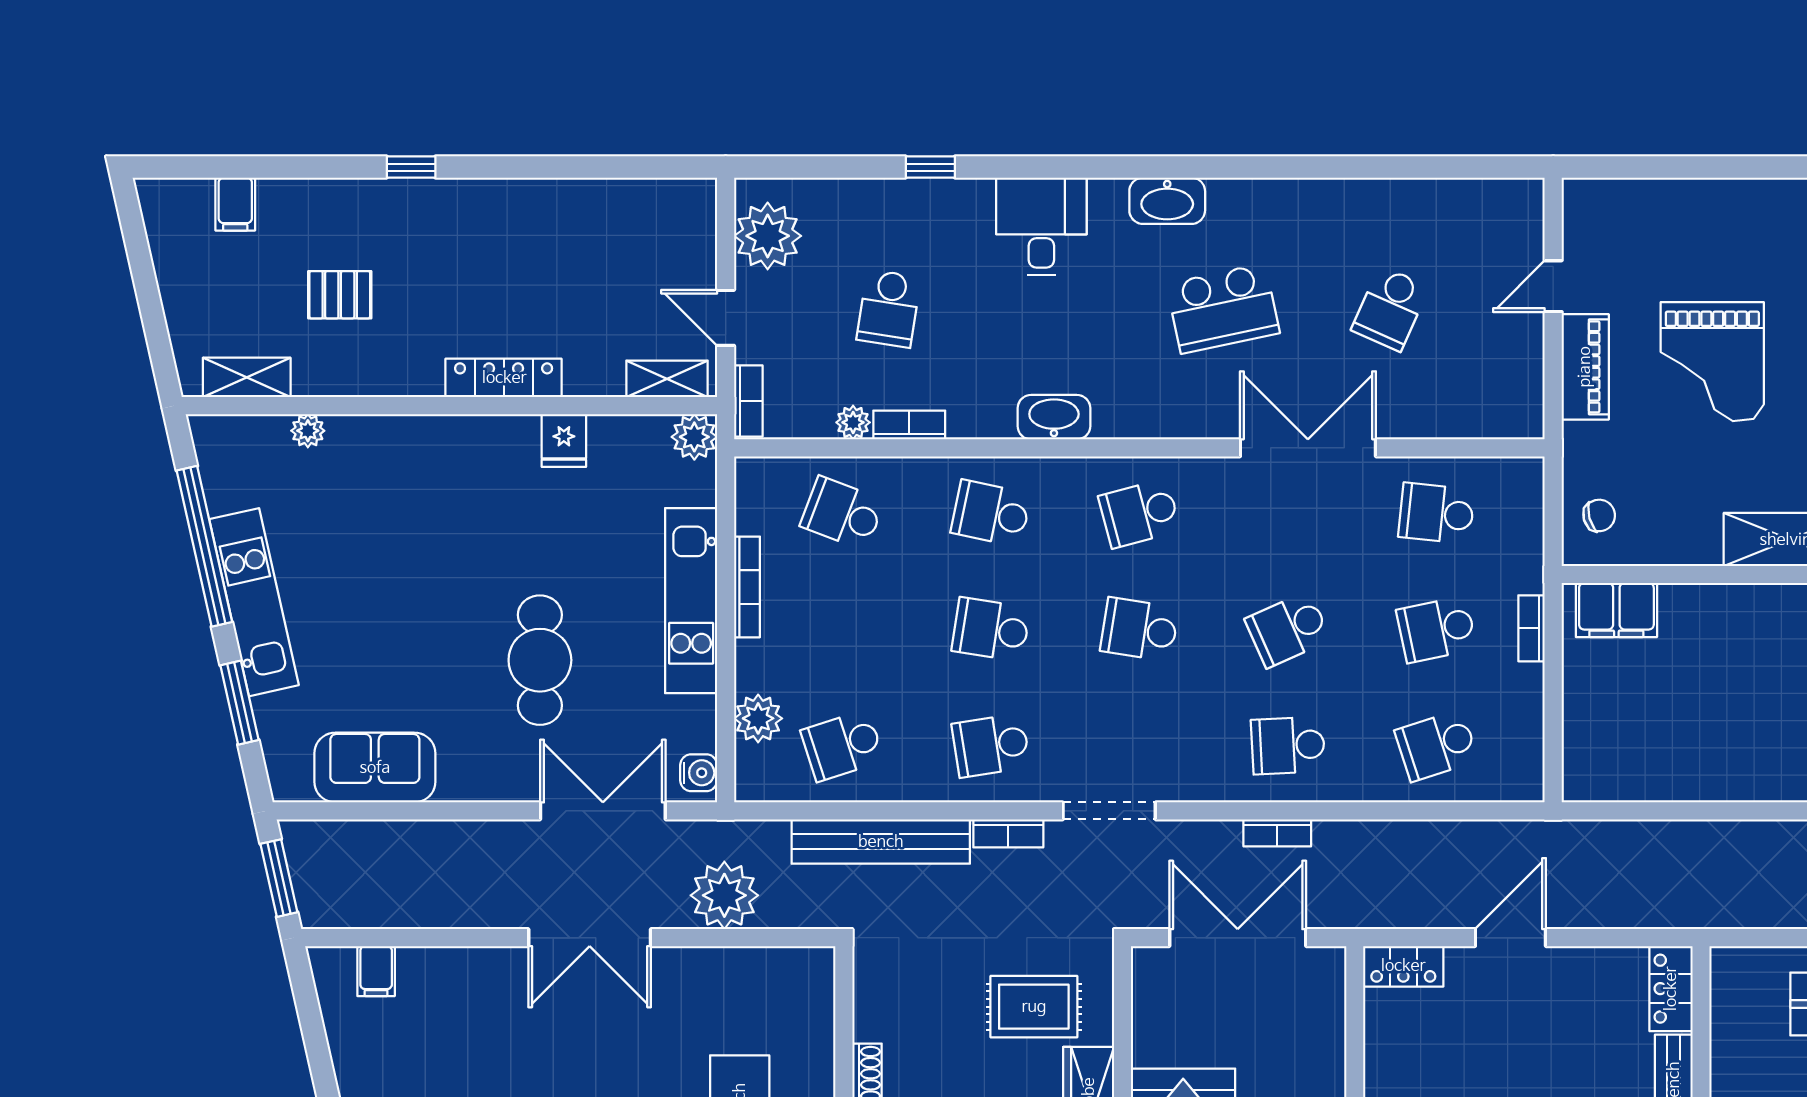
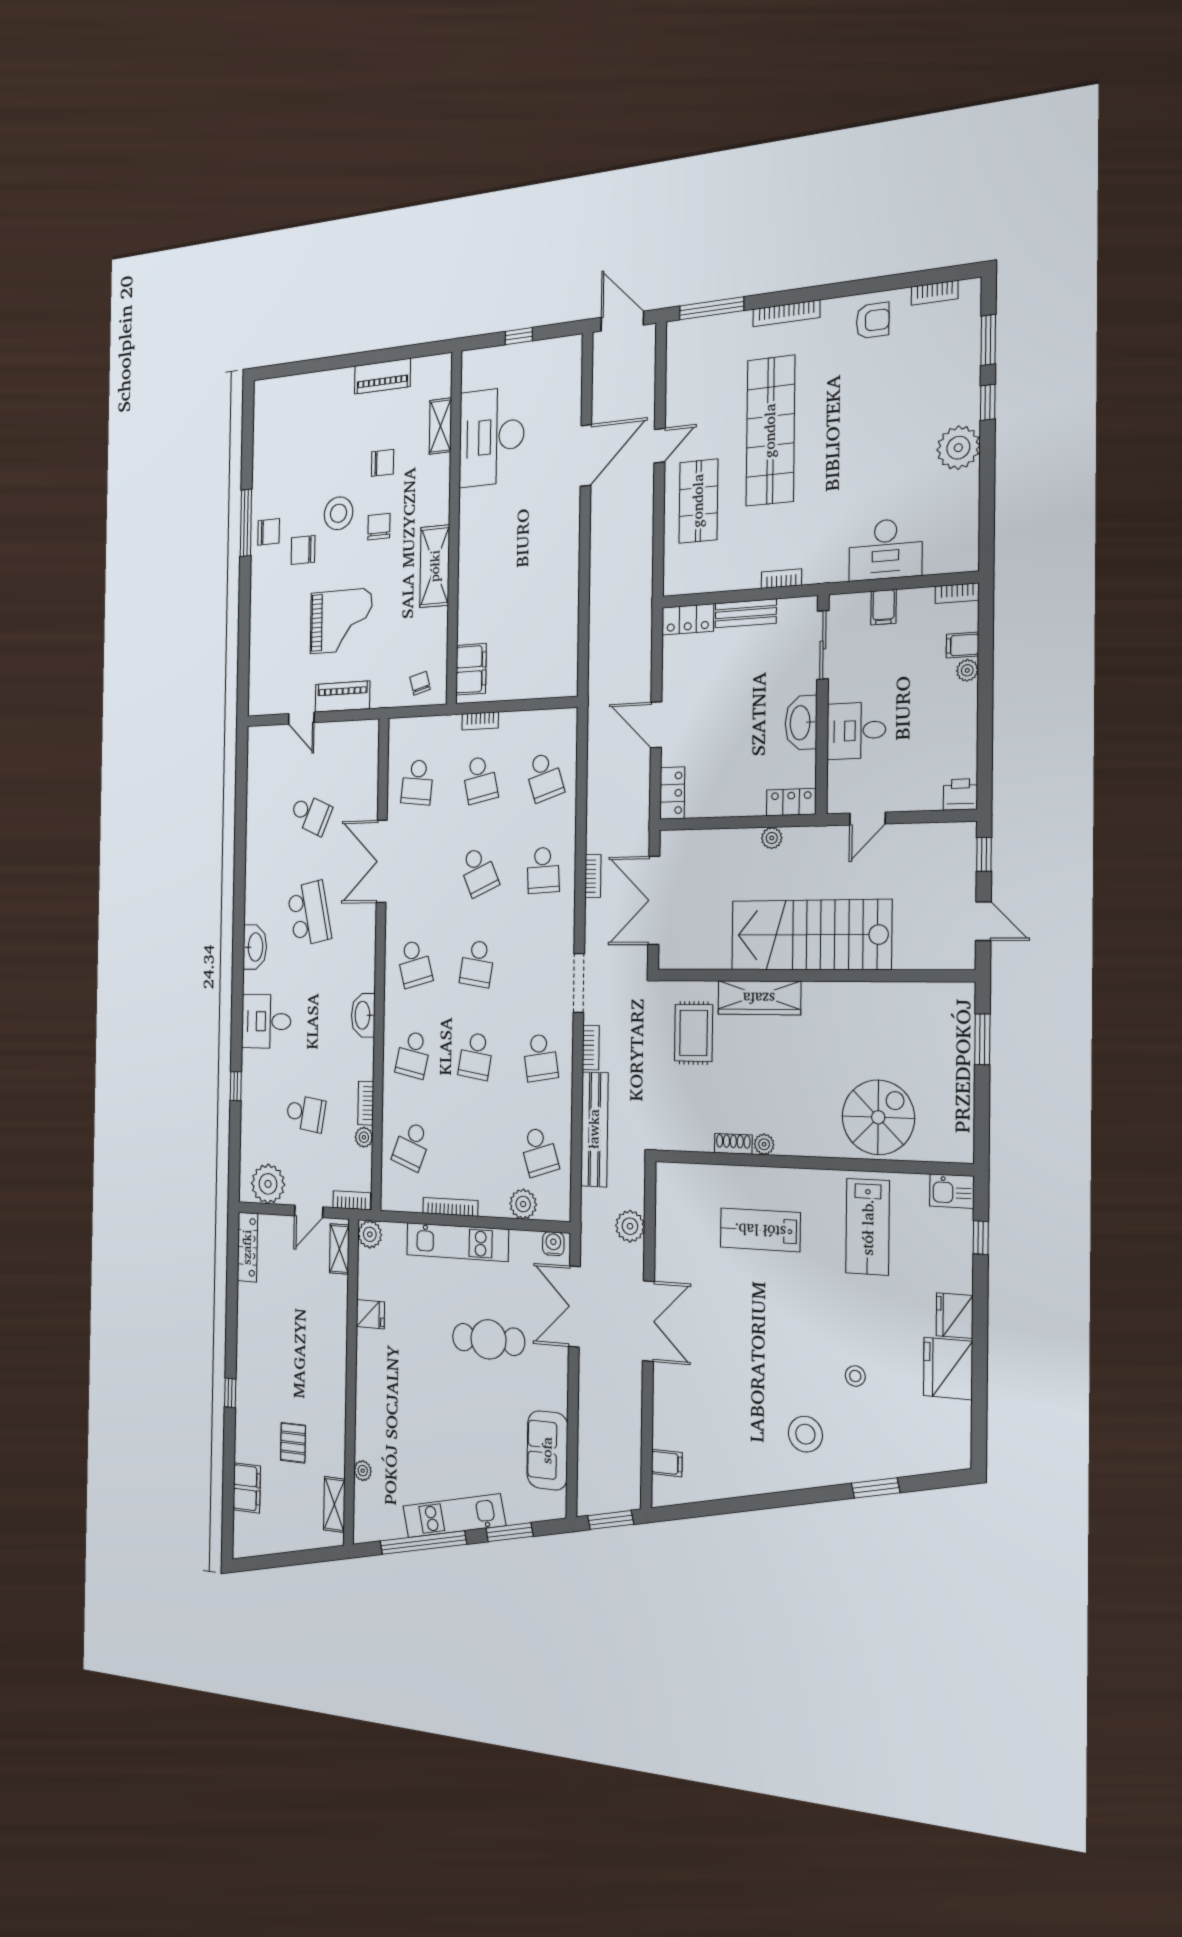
filing cabinet: (235, 204) -> (247, 1488), width x2.00
locker: (504, 378) -> (247, 1247), moved, turned 180
plant: (724, 895) -> (630, 1226), width x0.73, depth x0.73

